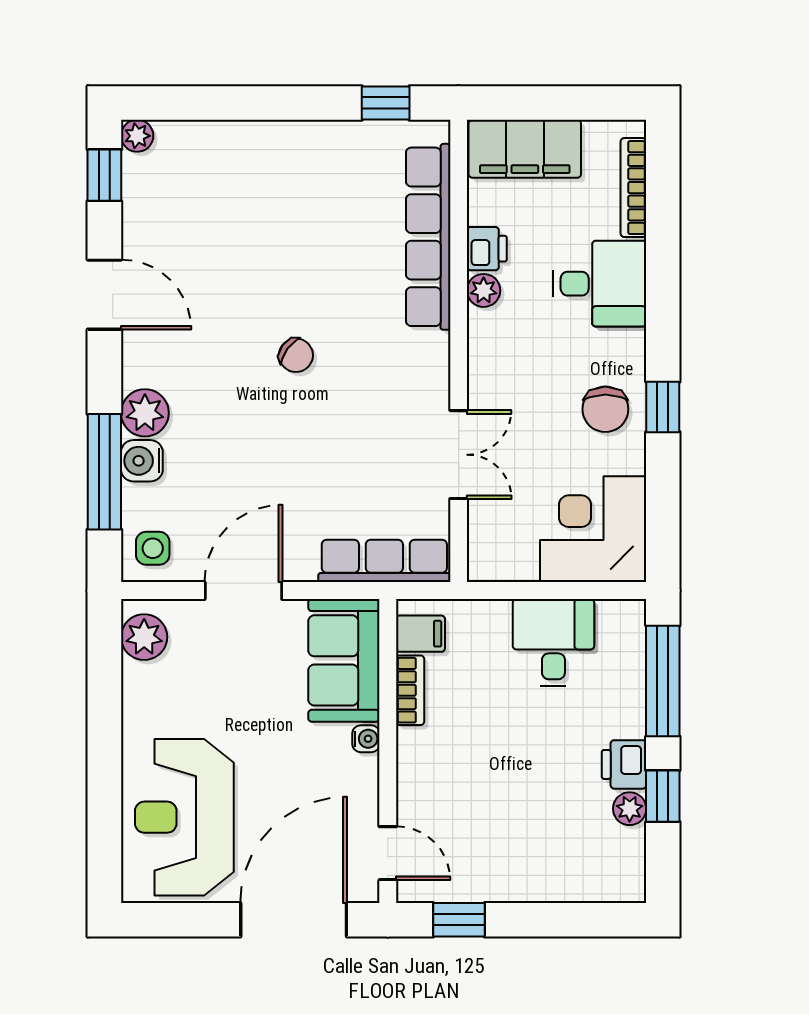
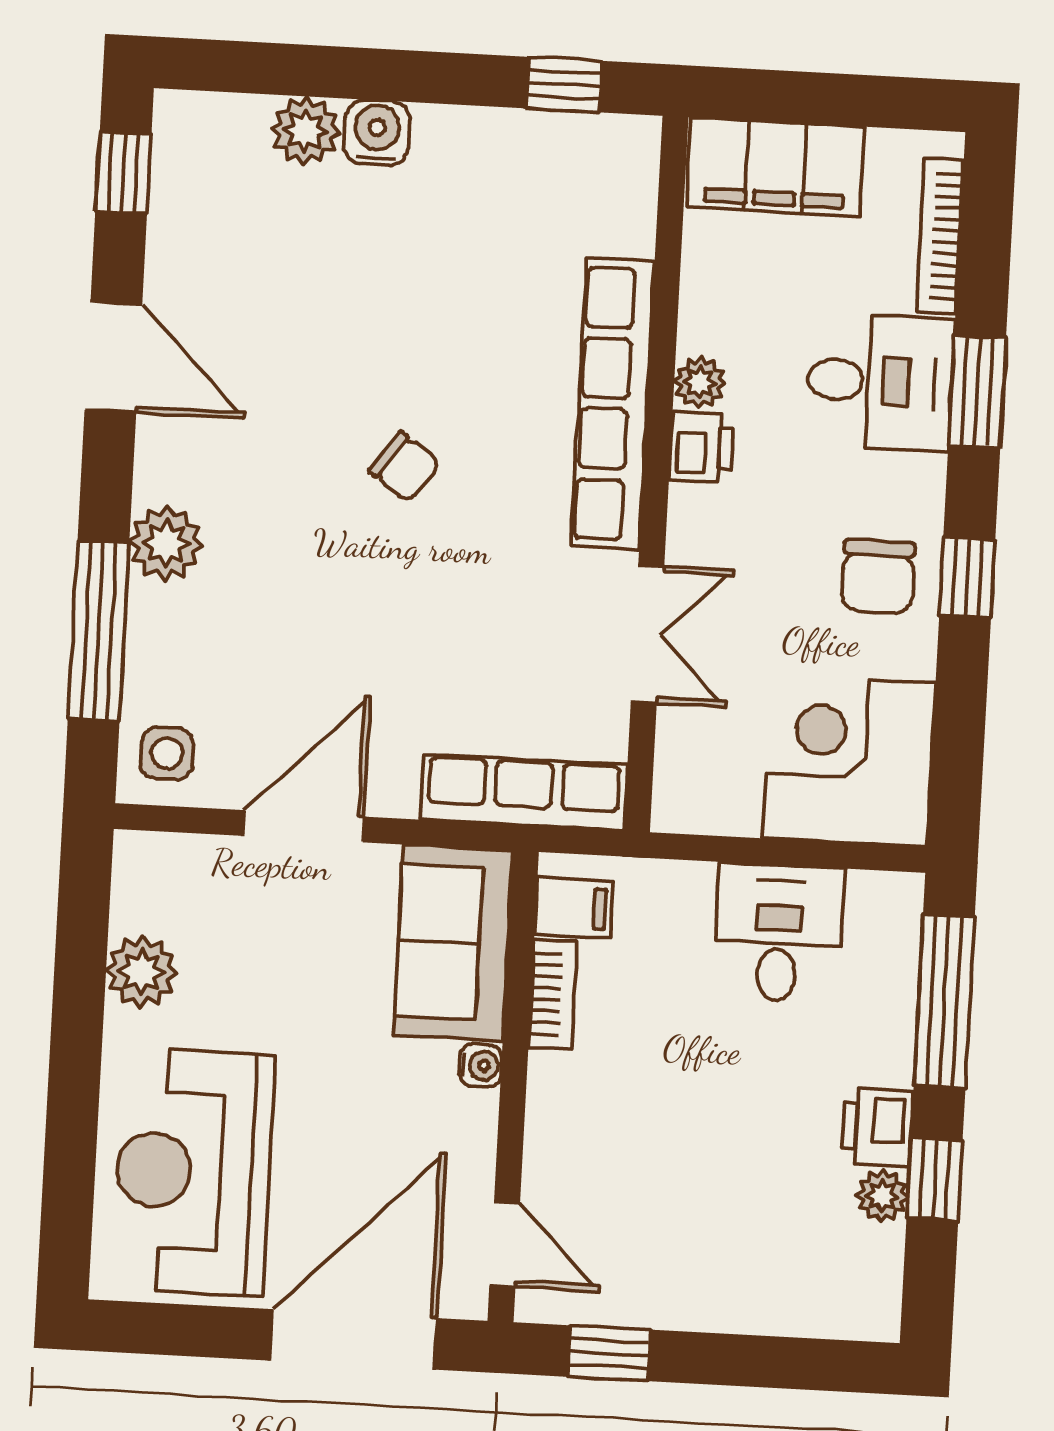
plant: (137, 136) -> (305, 131), moved, width x1.38, depth x1.38
row of seats: (428, 237) -> (613, 404), moved
printer: (487, 249) -> (701, 447), moved
window: (663, 287) -> (977, 392), added
water cooler: (142, 461) -> (377, 133), moved, turned 90
plant: (144, 637) -> (142, 972), moved

